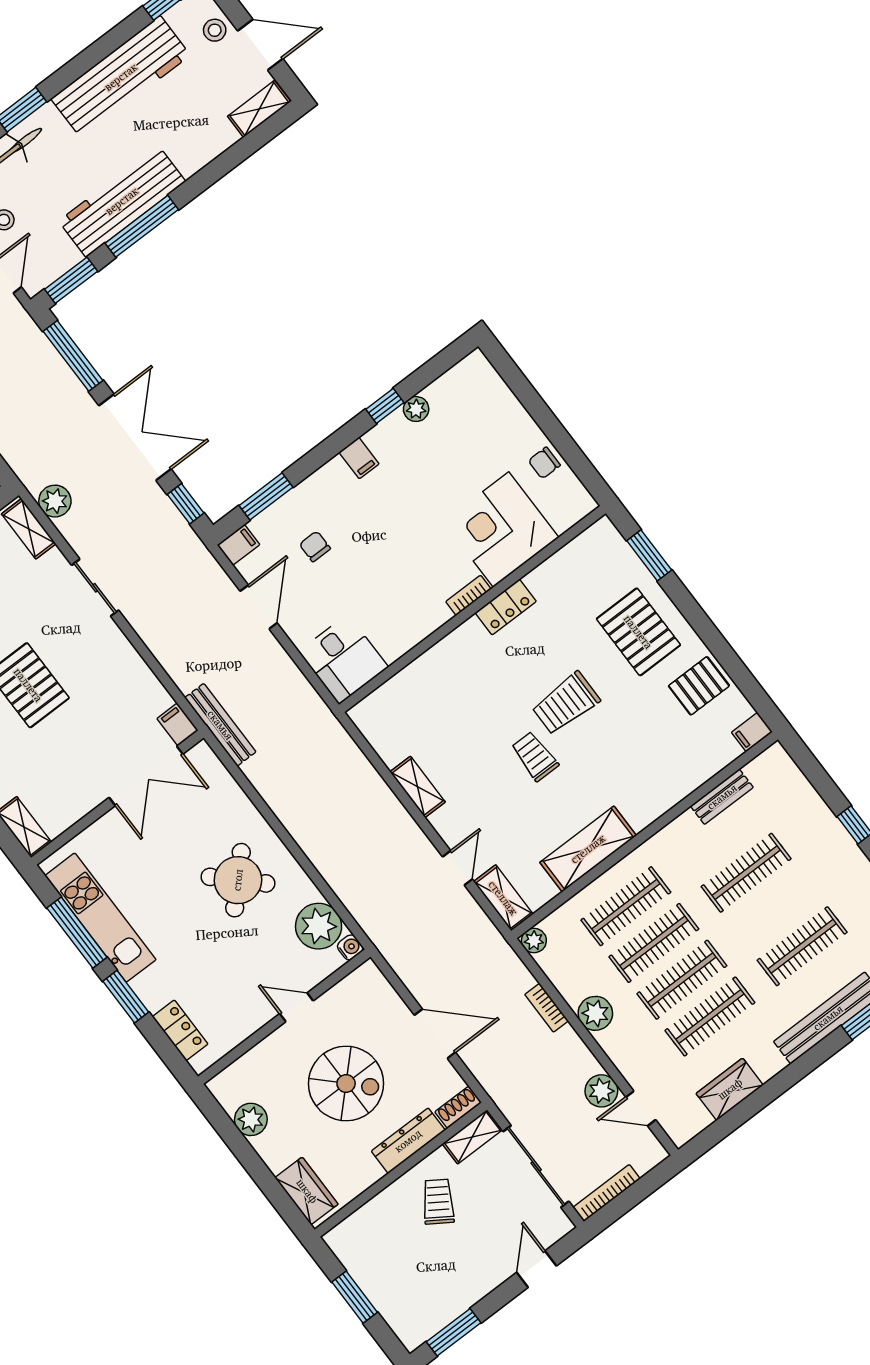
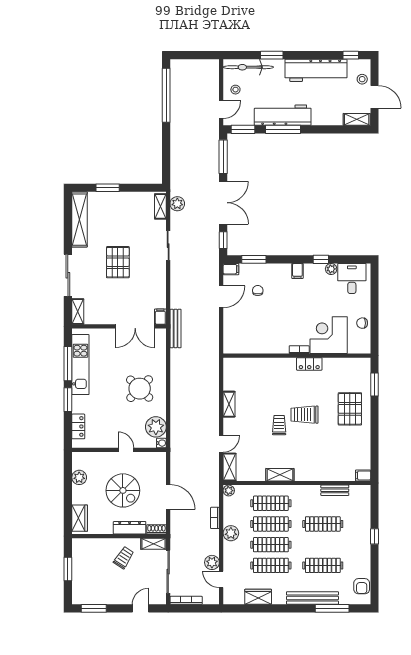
desk: (343, 659) -> (352, 279), moved, turned 180
pallet: (699, 686) -> (357, 445), removed
shelving: (588, 849) -> (280, 475), width x0.67, depth x0.75

